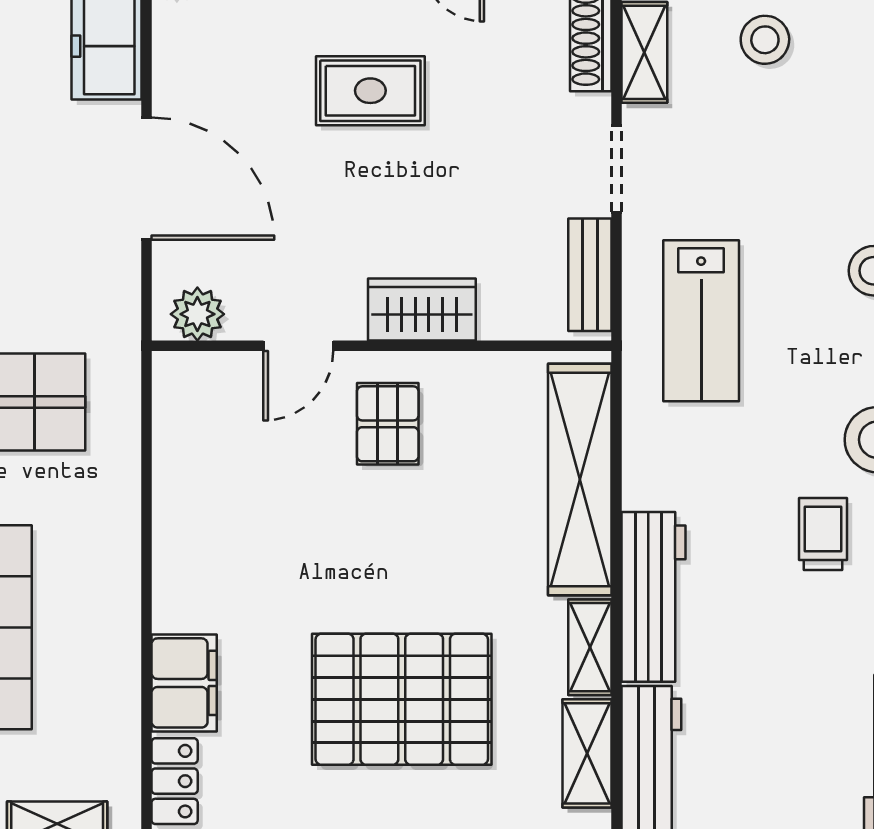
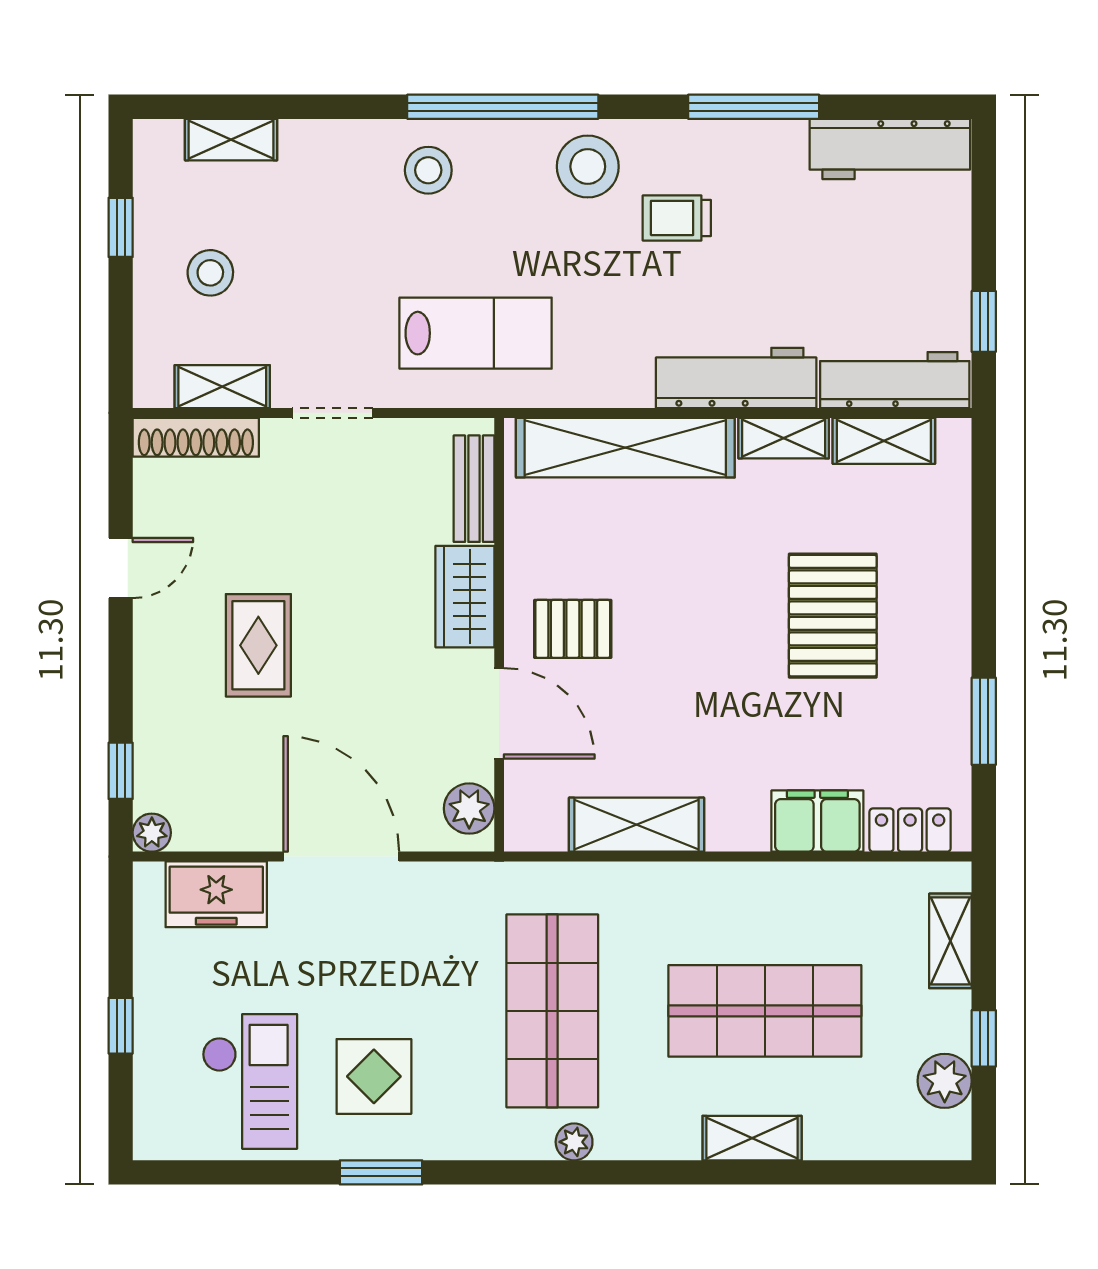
door: (147, 179) -> (341, 857), hinge flipped
bench: (590, 275) -> (474, 489), moved, turned 90
door: (298, 346) -> (499, 713), width x1.38
shelving: (180, 491) -> (637, 825), added
pallet: (402, 699) -> (833, 616), width x0.73, depth x0.71

